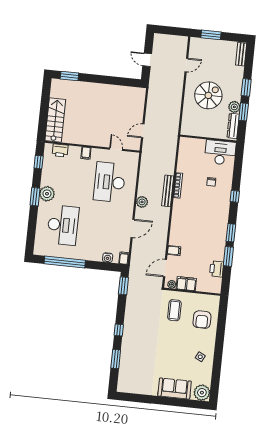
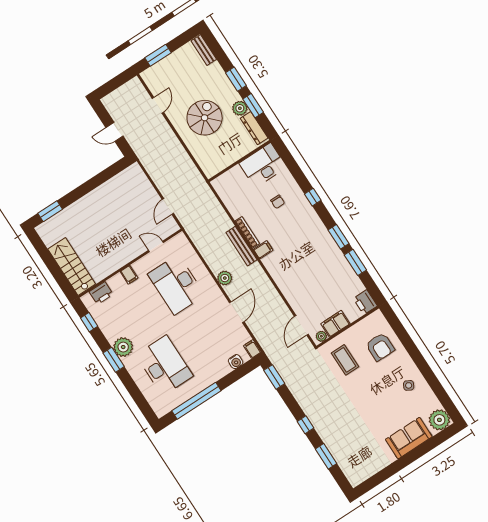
filing cabinet: (174, 251) -> (263, 250), moved
printer: (217, 269) -> (365, 302), moved

